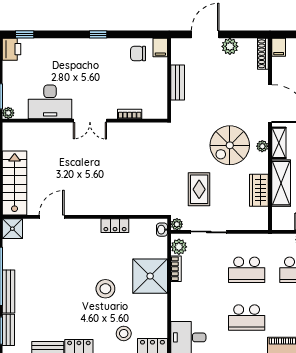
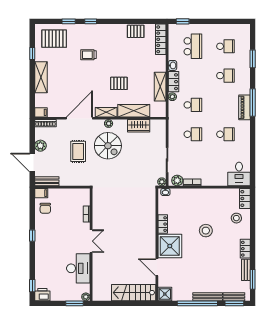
bench: (178, 82) -> (47, 181), moved
rug: (199, 189) -> (78, 151), moved, turned 90
school desk: (247, 270) -> (193, 134), width x0.54
shower: (150, 276) -> (170, 246), moved
school desk: (247, 318) -> (225, 134), width x0.54

